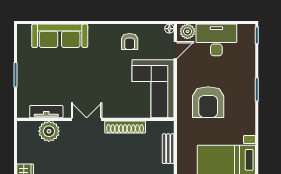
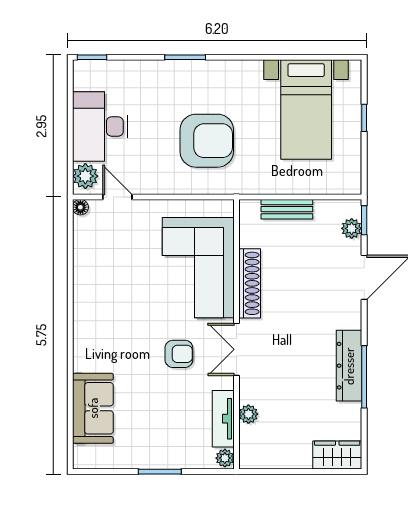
sofa: (60, 36) -> (93, 408), width x0.73
armchair: (130, 41) -> (179, 354), moved
corner sofa: (153, 89) -> (198, 268), moved, turned 90
plant: (23, 113) -> (225, 458), added
plant: (49, 131) -> (248, 414), width x0.53, depth x0.53

